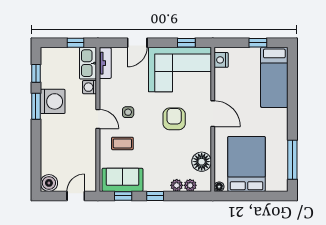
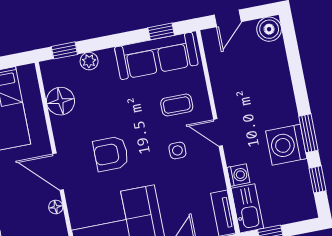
armchair: (174, 119) -> (111, 154), turned 90
sofa: (122, 180) -> (156, 56), width x1.36
plant: (190, 185) -> (70, 65), removed
floor lamp: (219, 187) -> (56, 207), moved
window: (155, 196) -> (64, 50), moved

